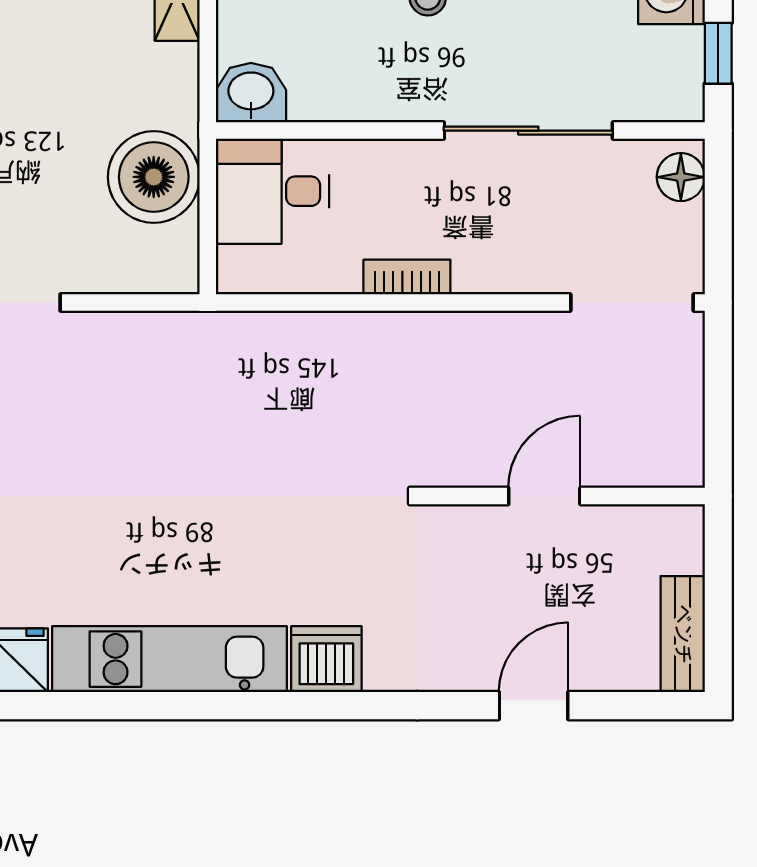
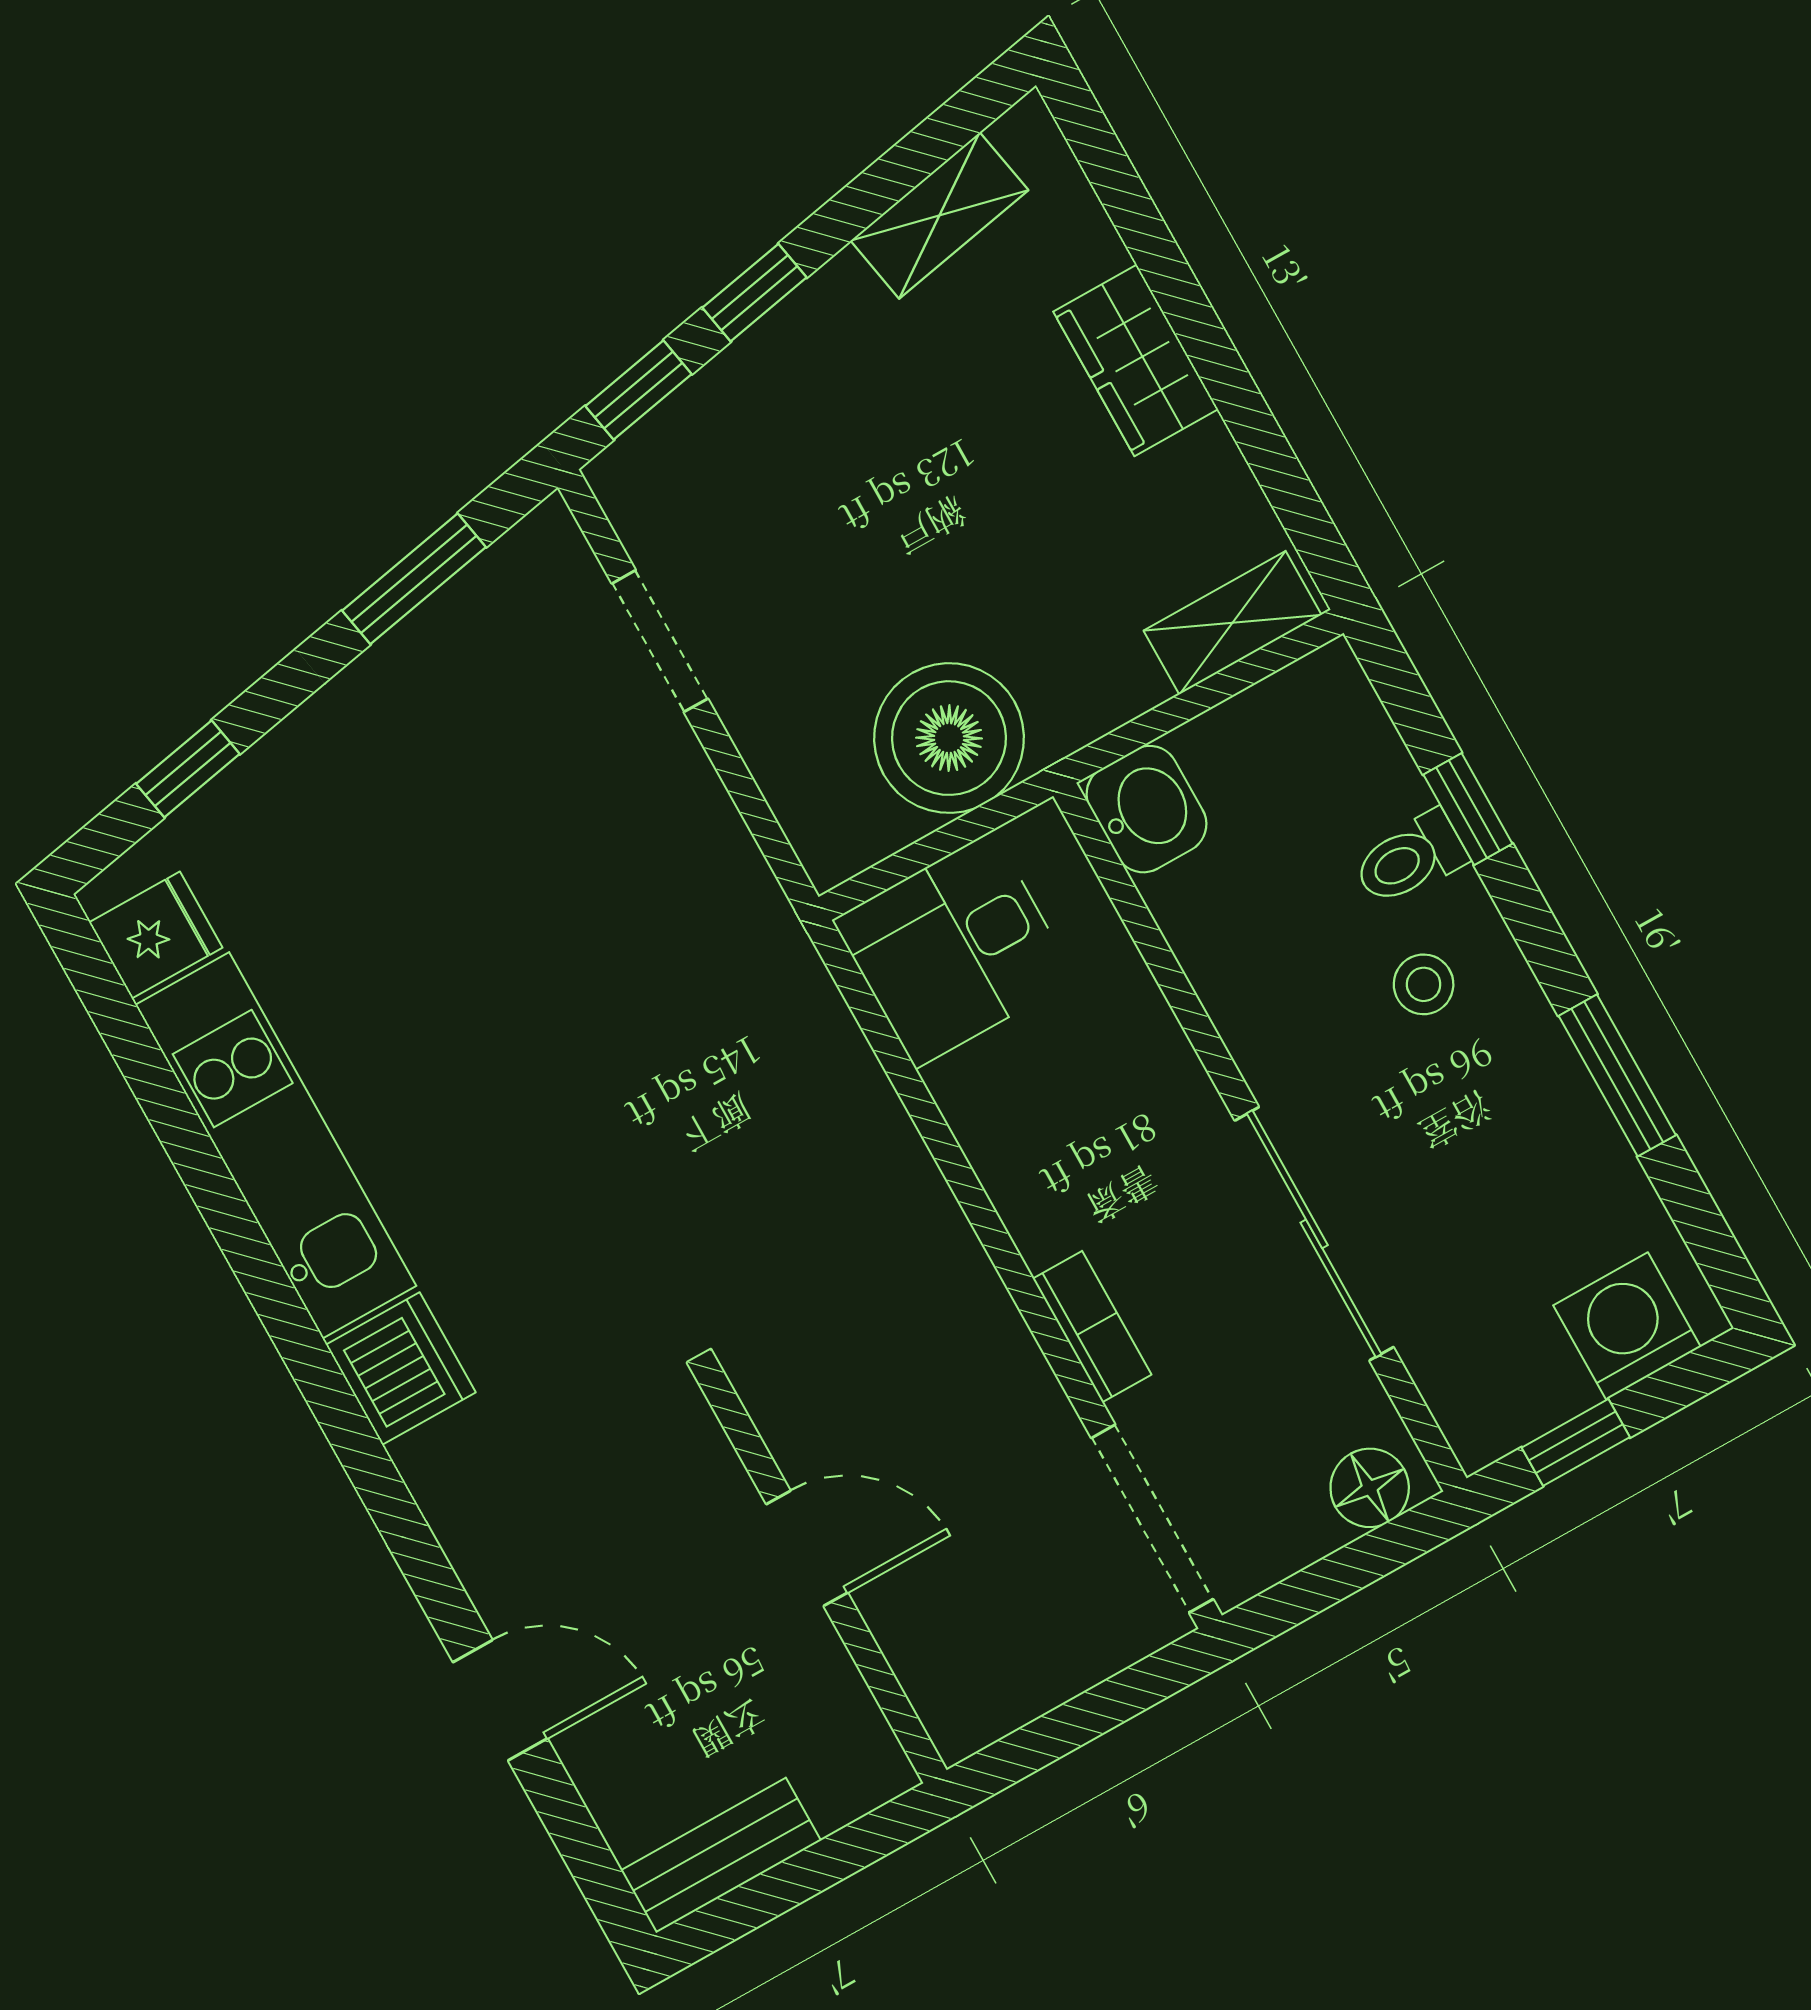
desk: (272, 191) -> (954, 950), moved, turned -90
bookcase: (407, 277) -> (1092, 1327), moved

